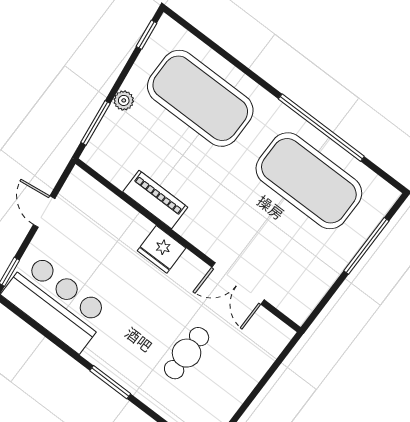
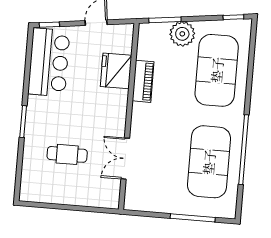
plant: (124, 100) -> (182, 34), width x1.87, depth x1.87
fridge: (162, 249) -> (116, 71), moved, width x1.36, depth x1.34

